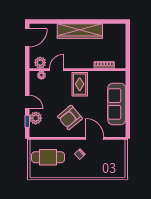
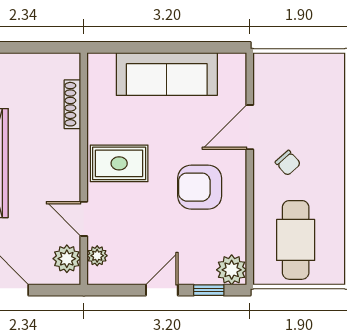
plant: (36, 118) -> (232, 270), moved
armchair: (70, 118) -> (200, 187), turned 130

